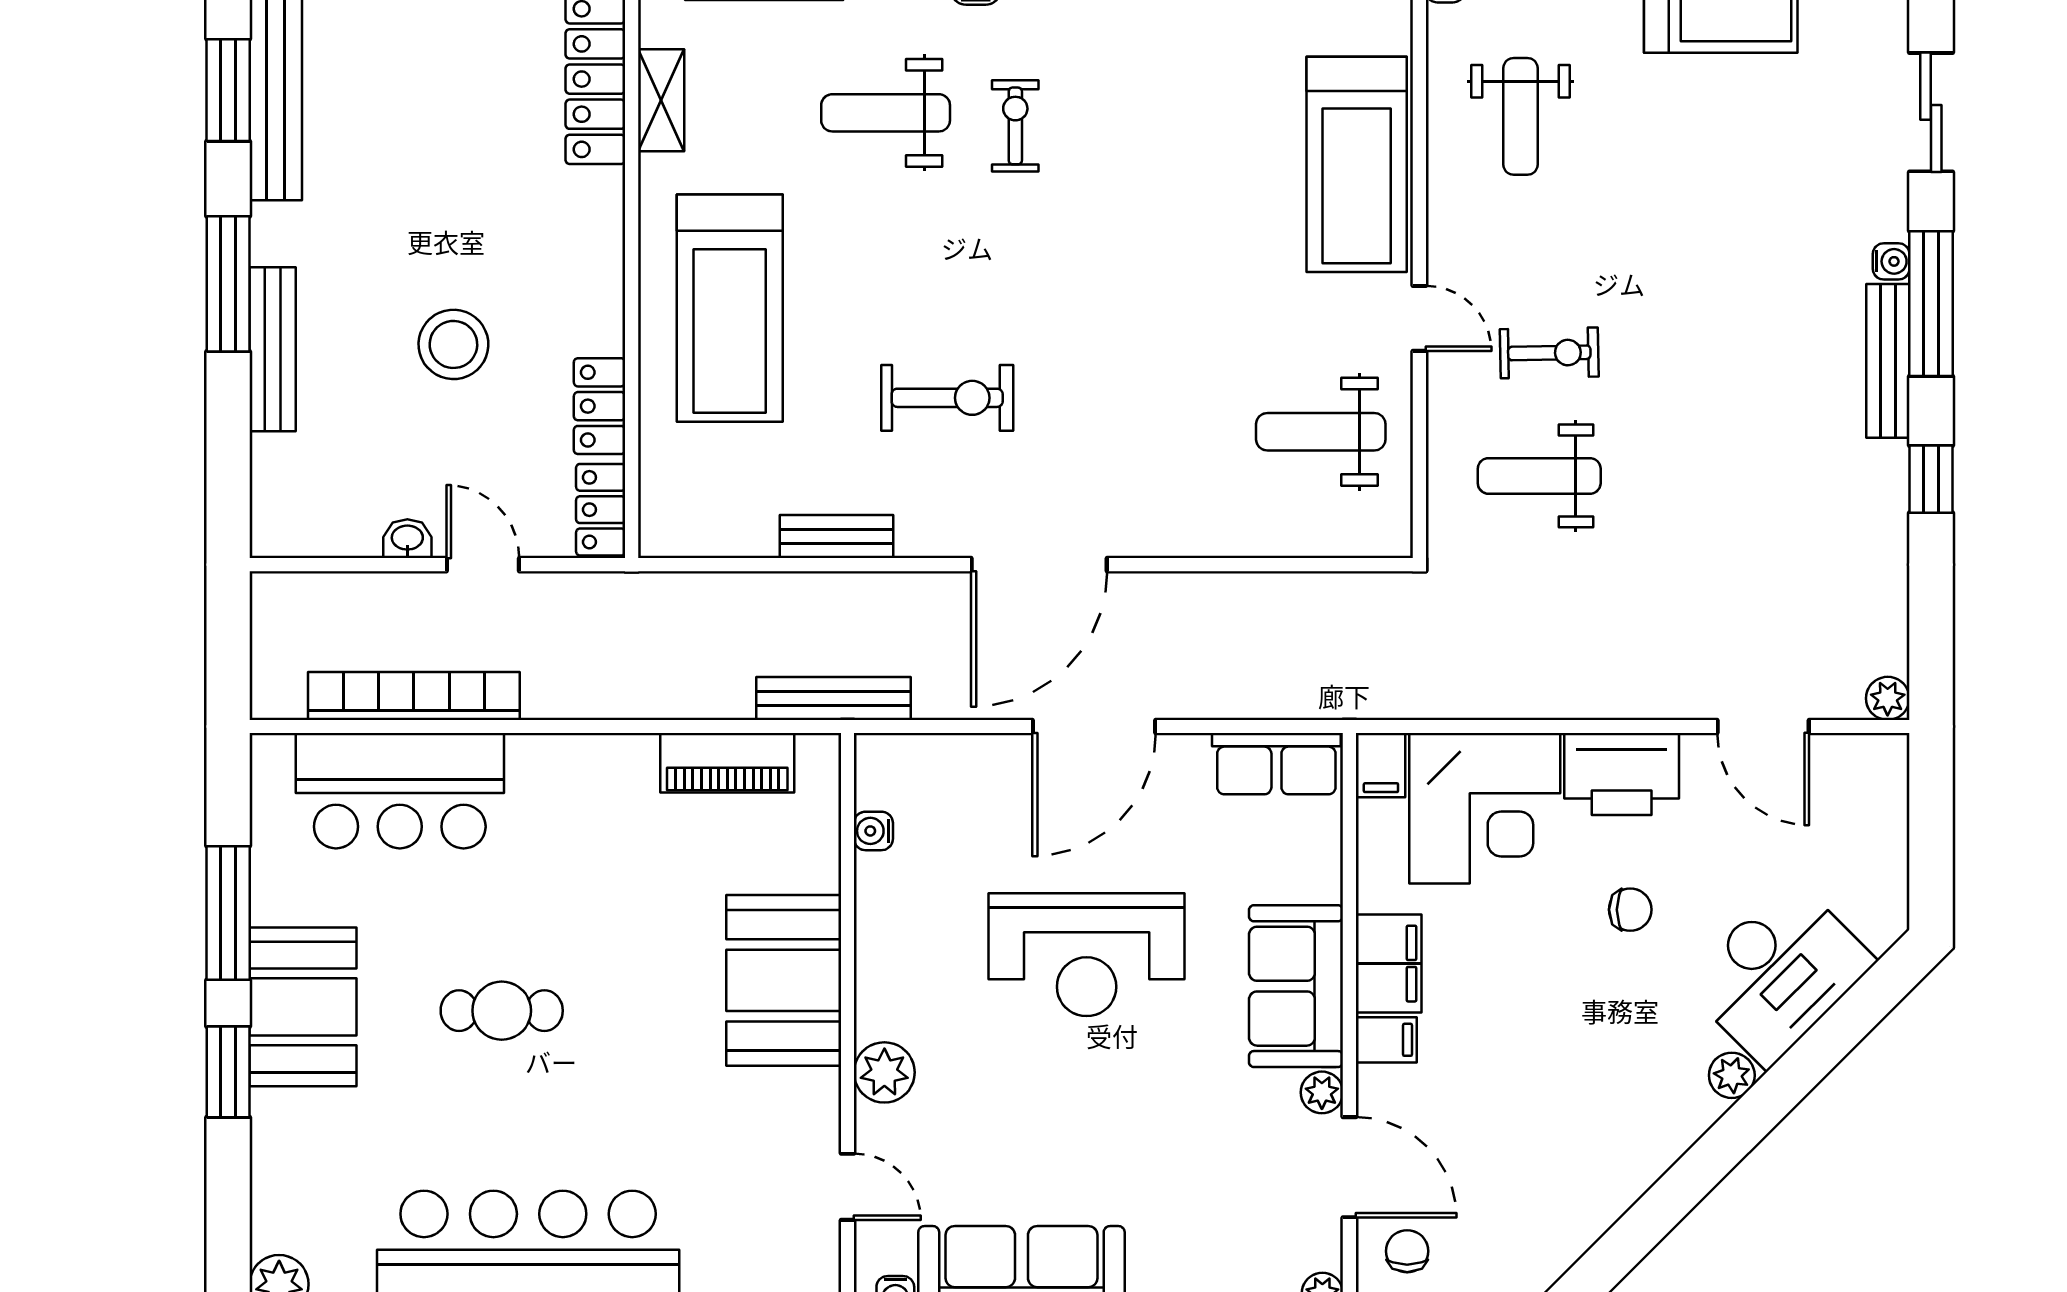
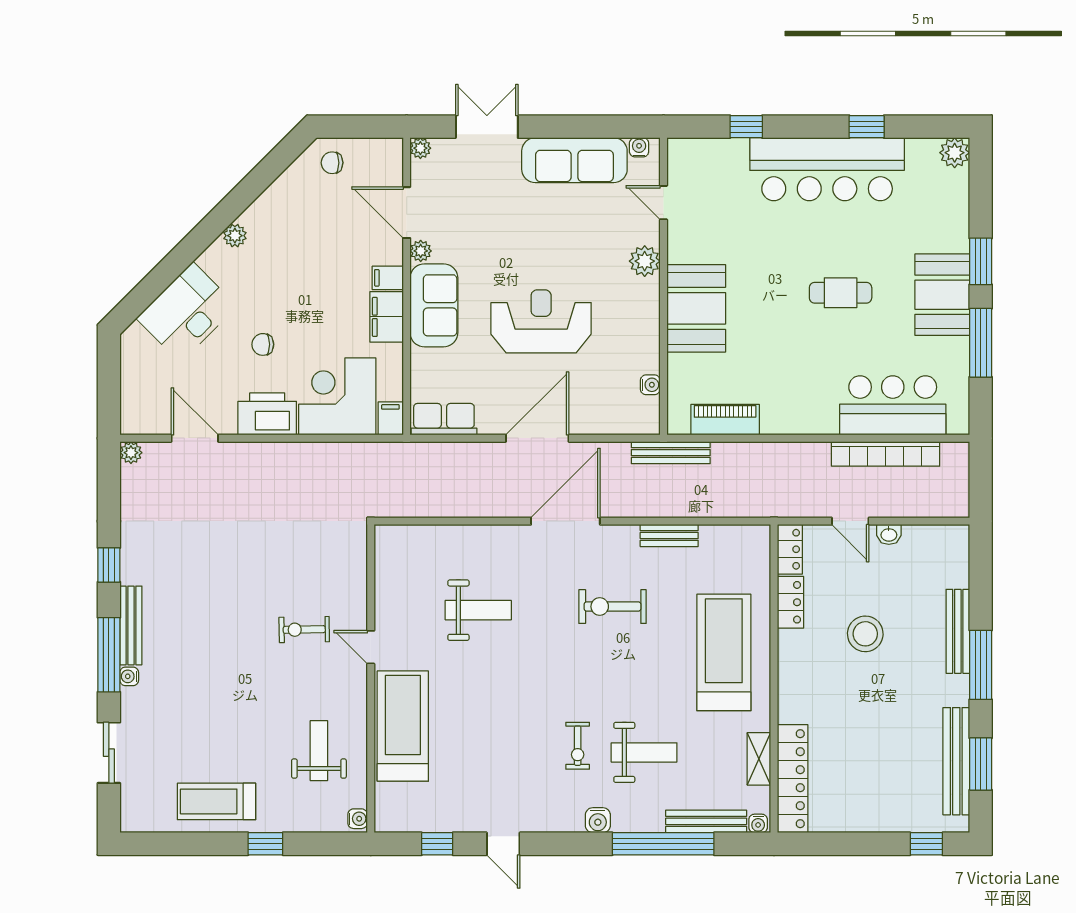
weight bench: (1321, 432) -> (478, 610), moved
weight bench: (1539, 476) -> (309, 567), removed
plant: (1732, 1075) -> (235, 236), moved
chair: (1407, 1251) -> (332, 163), moved, turned 90

